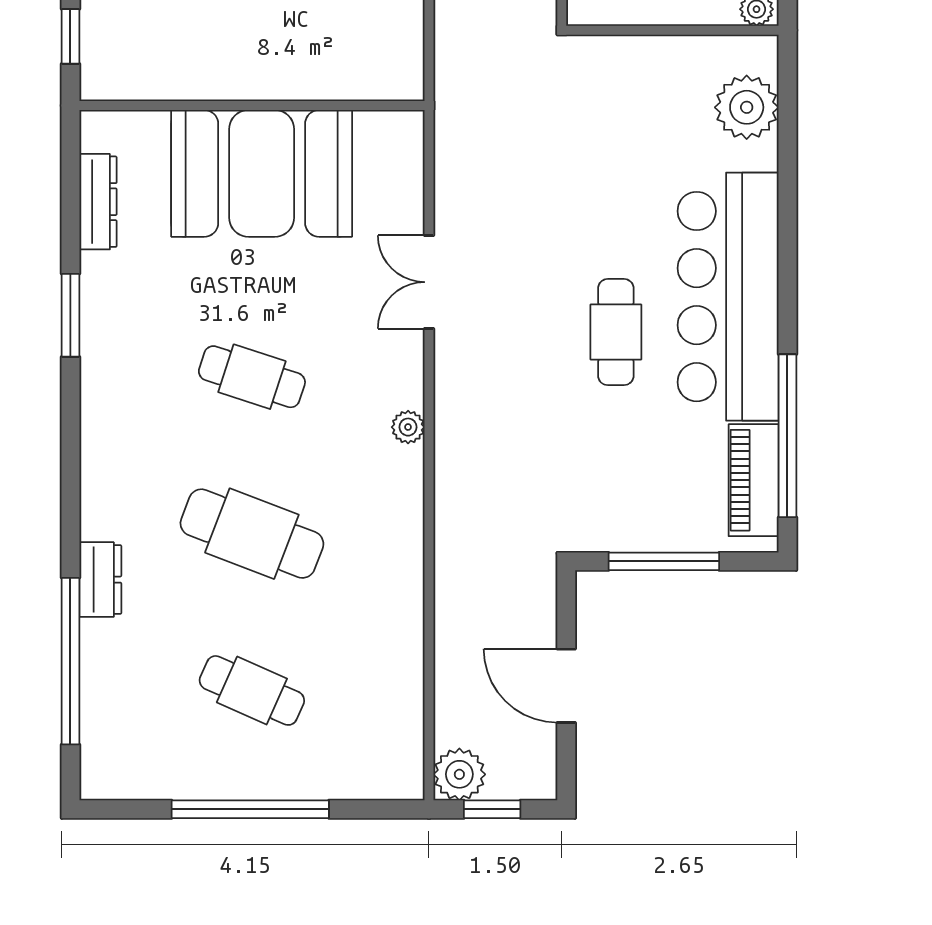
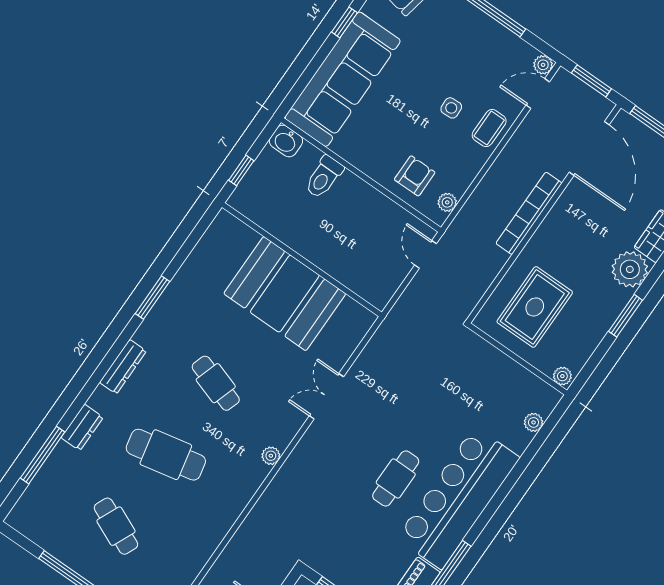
plant: (747, 107) -> (534, 422), width x0.53, depth x0.53
dresser: (98, 202) -> (123, 367), moved
cafe table: (252, 534) -> (166, 455), turned -33
window: (70, 661) -> (43, 455), width x0.68

